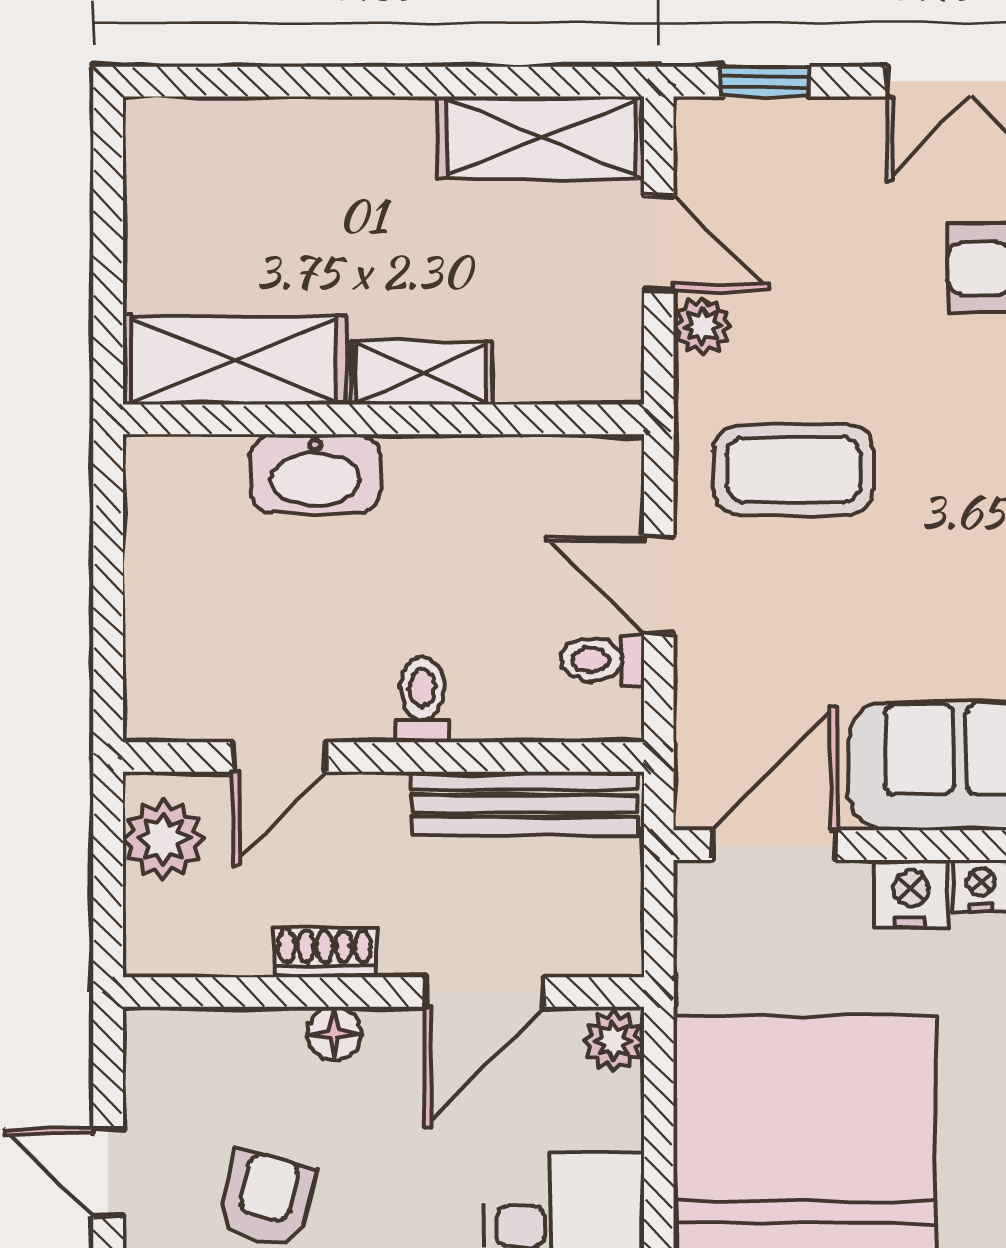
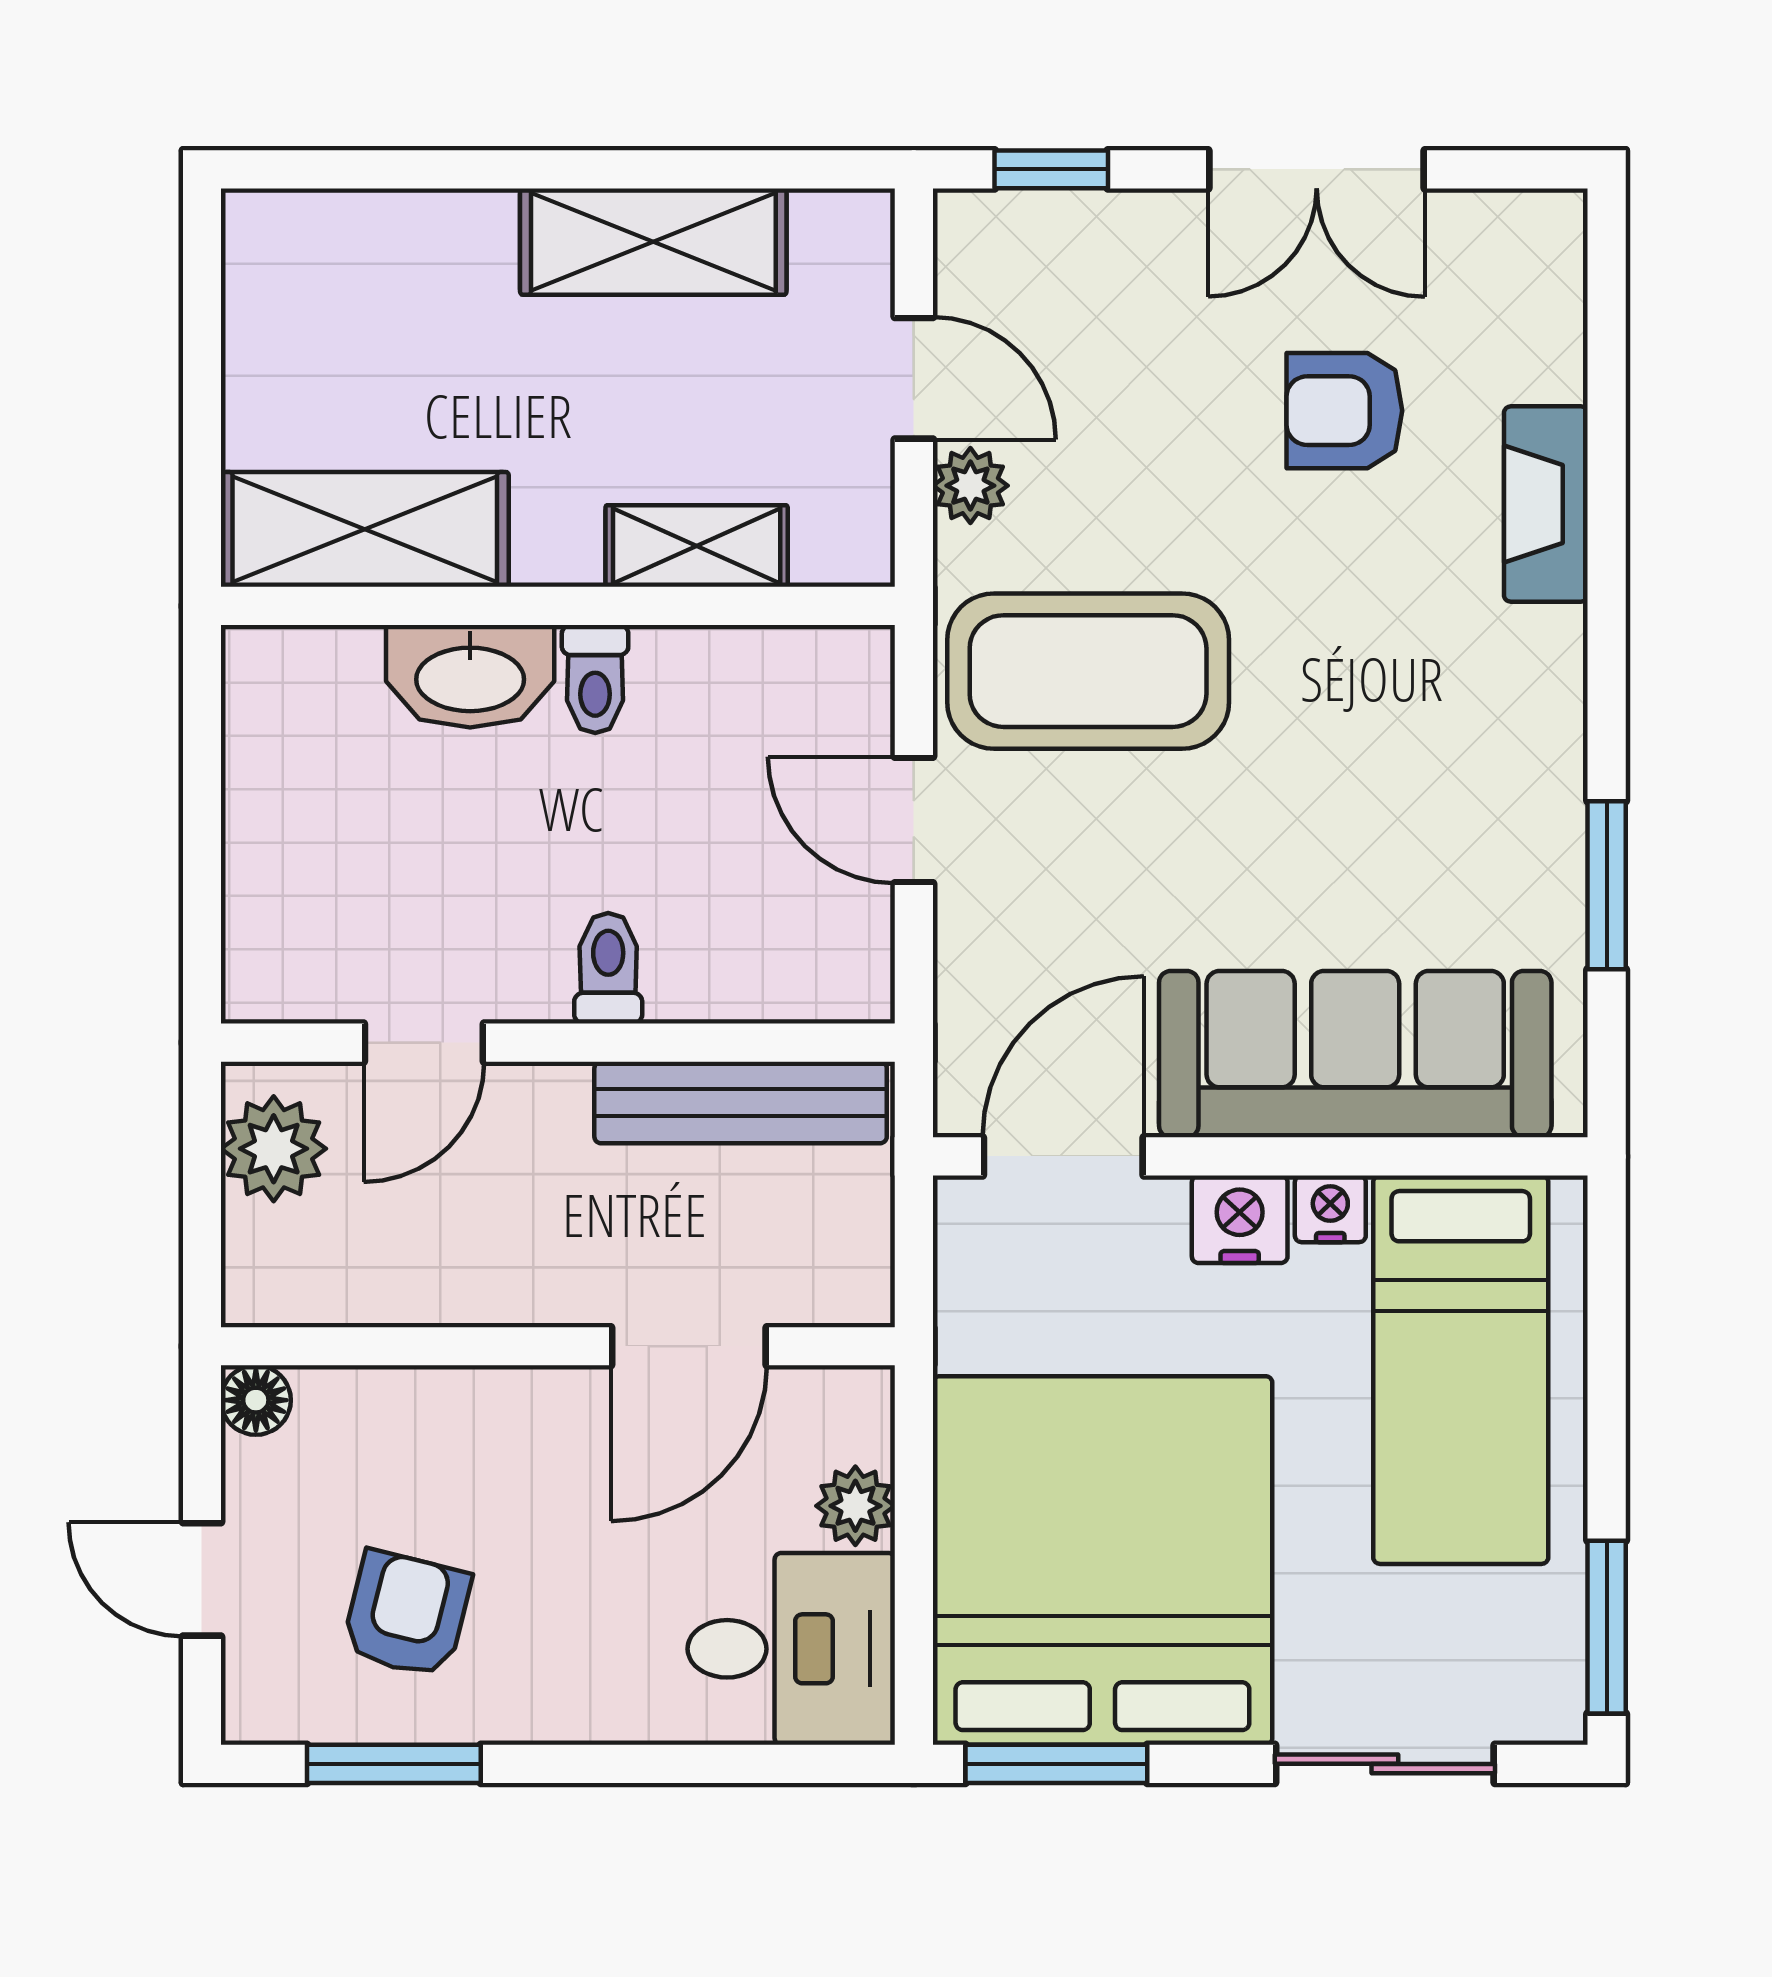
shelving: (541, 138) -> (653, 242), moved
shelving: (422, 373) -> (697, 546), moved
coffee table: (794, 470) -> (1088, 671), width x1.36, depth x1.32
toilet: (602, 660) -> (595, 679), moved, turned -90
shoe rack: (325, 952) -> (482, 1295), removed
floor lamp: (334, 1034) -> (256, 1400), moved
plant: (614, 1041) -> (855, 1506), moved

